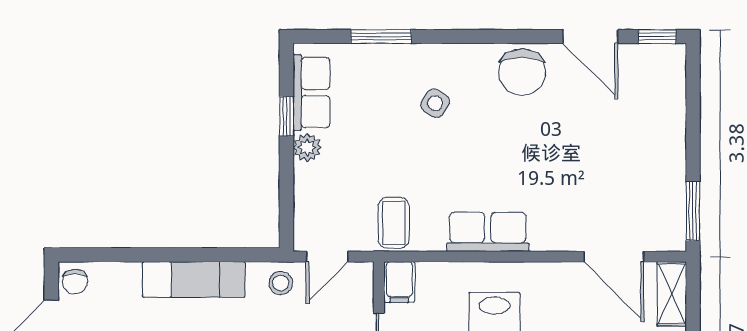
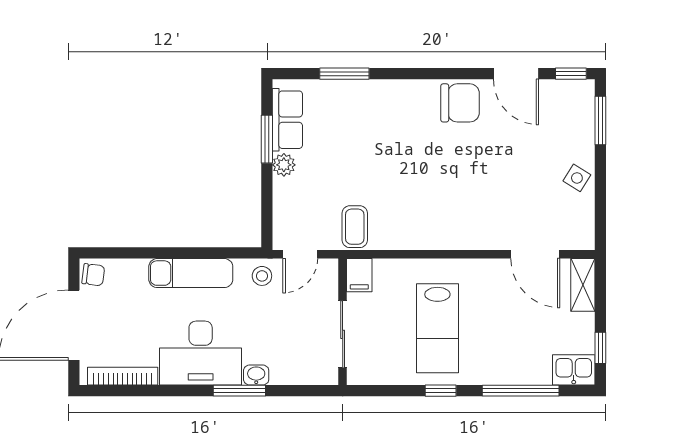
chair: (522, 72) -> (460, 103), turned -90
side table: (435, 103) -> (577, 178), moved
window: (286, 116) -> (267, 139), width x1.50
window: (693, 211) -> (600, 120), moved
row of seats: (488, 232) -> (432, 234), removed
chair: (75, 282) -> (93, 275), turned -83

